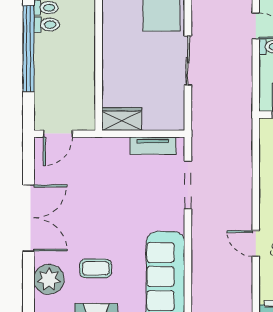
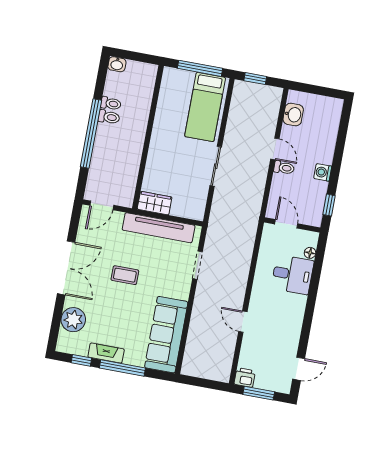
tv unit: (153, 146) -> (159, 228), width x1.92, depth x1.29
doorway: (188, 185) -> (197, 265), width x0.73
coffee table: (96, 268) -> (125, 275), moved

